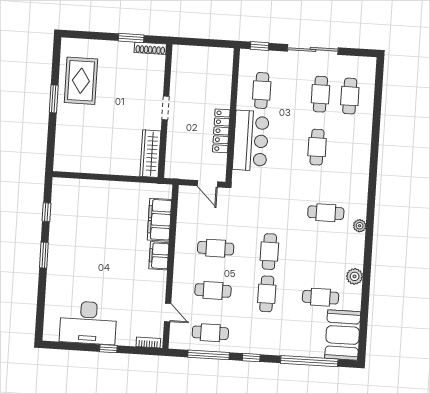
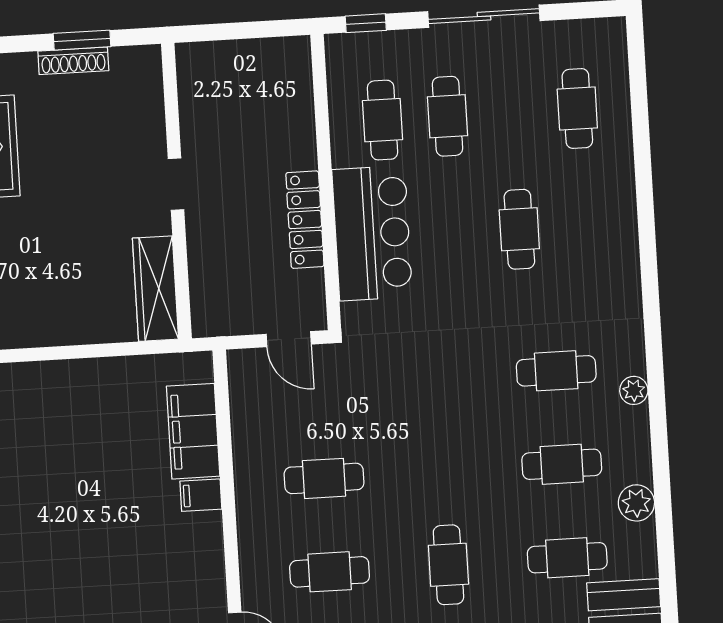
shoe rack: (150, 48) -> (73, 61), moved
cafe table: (320, 94) -> (447, 116), moved
cafe table: (269, 252) -> (562, 464), moved, turned 90
filing cabinet: (159, 256) -> (201, 495), width x0.50

